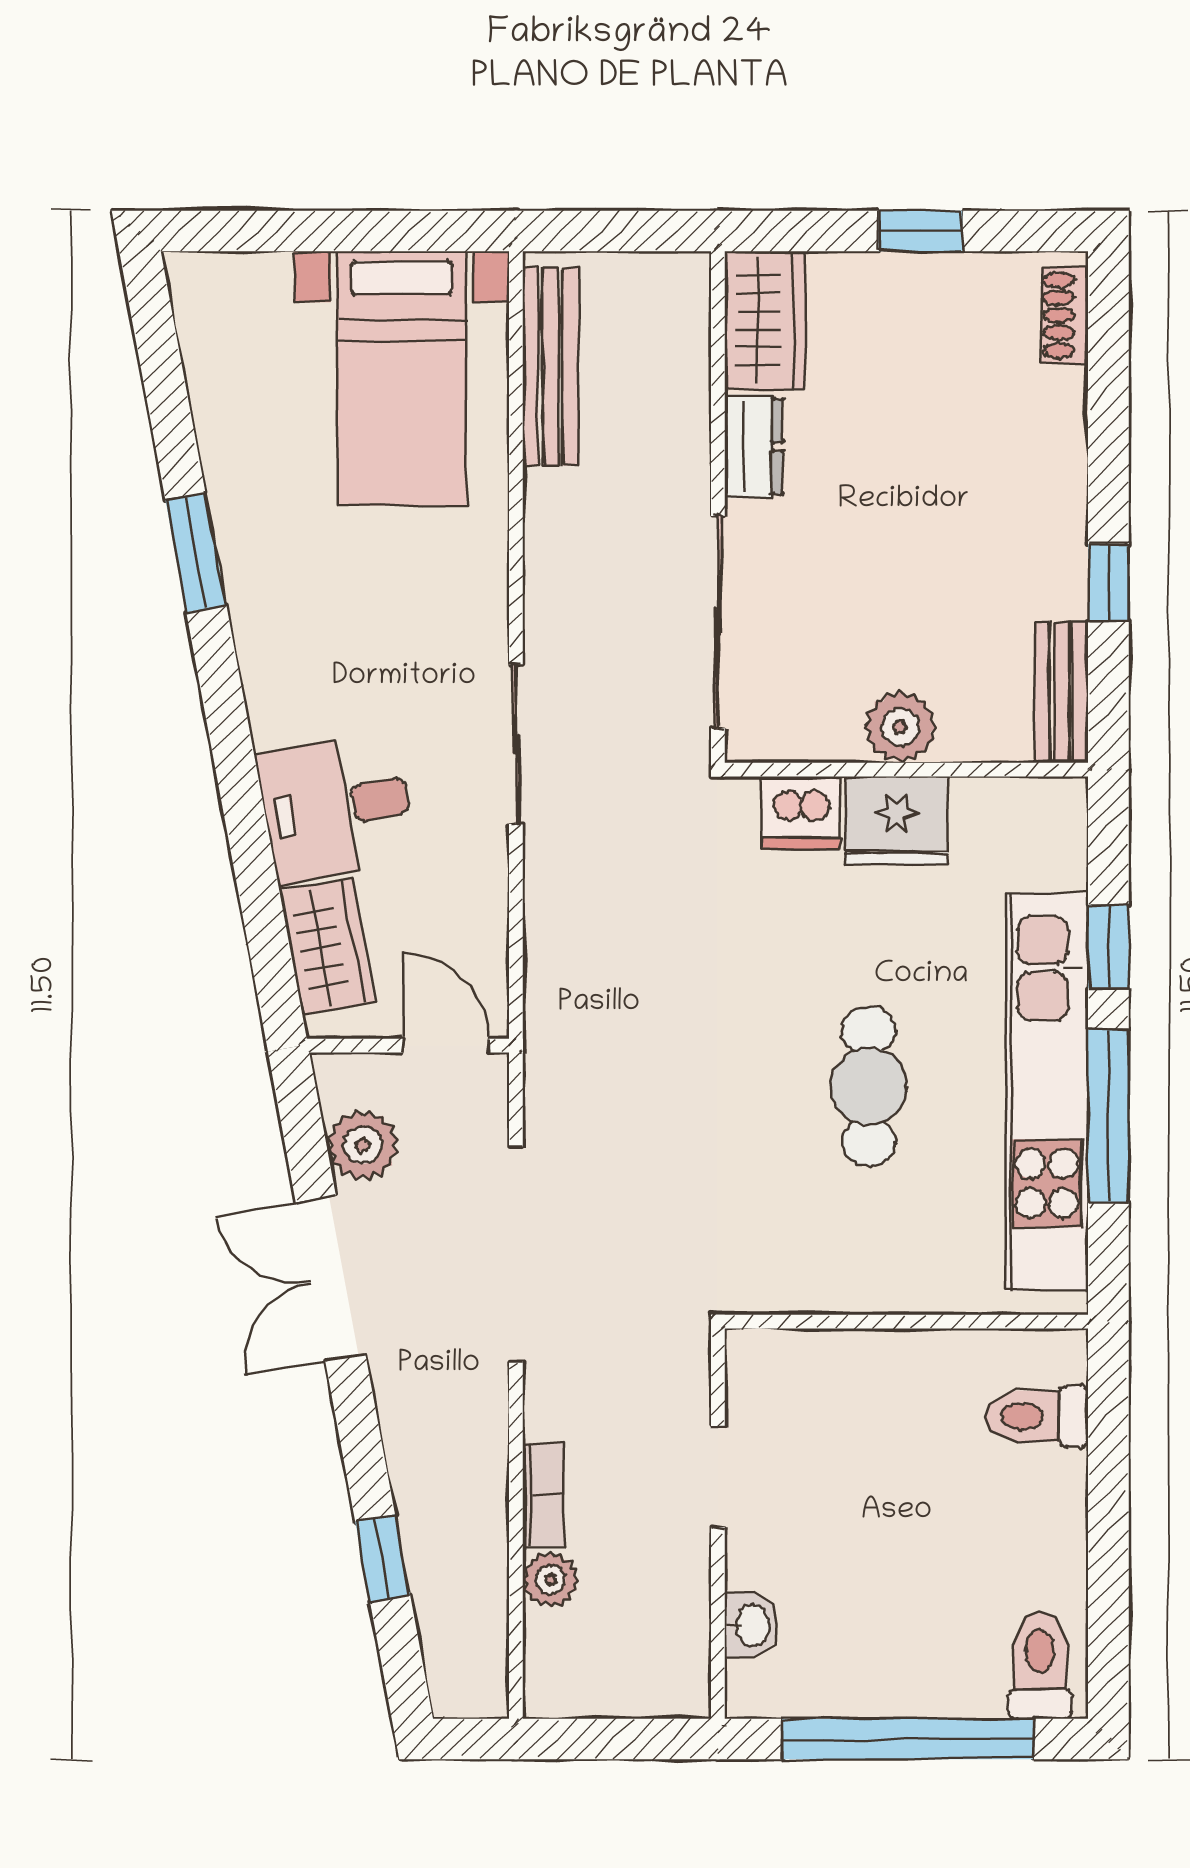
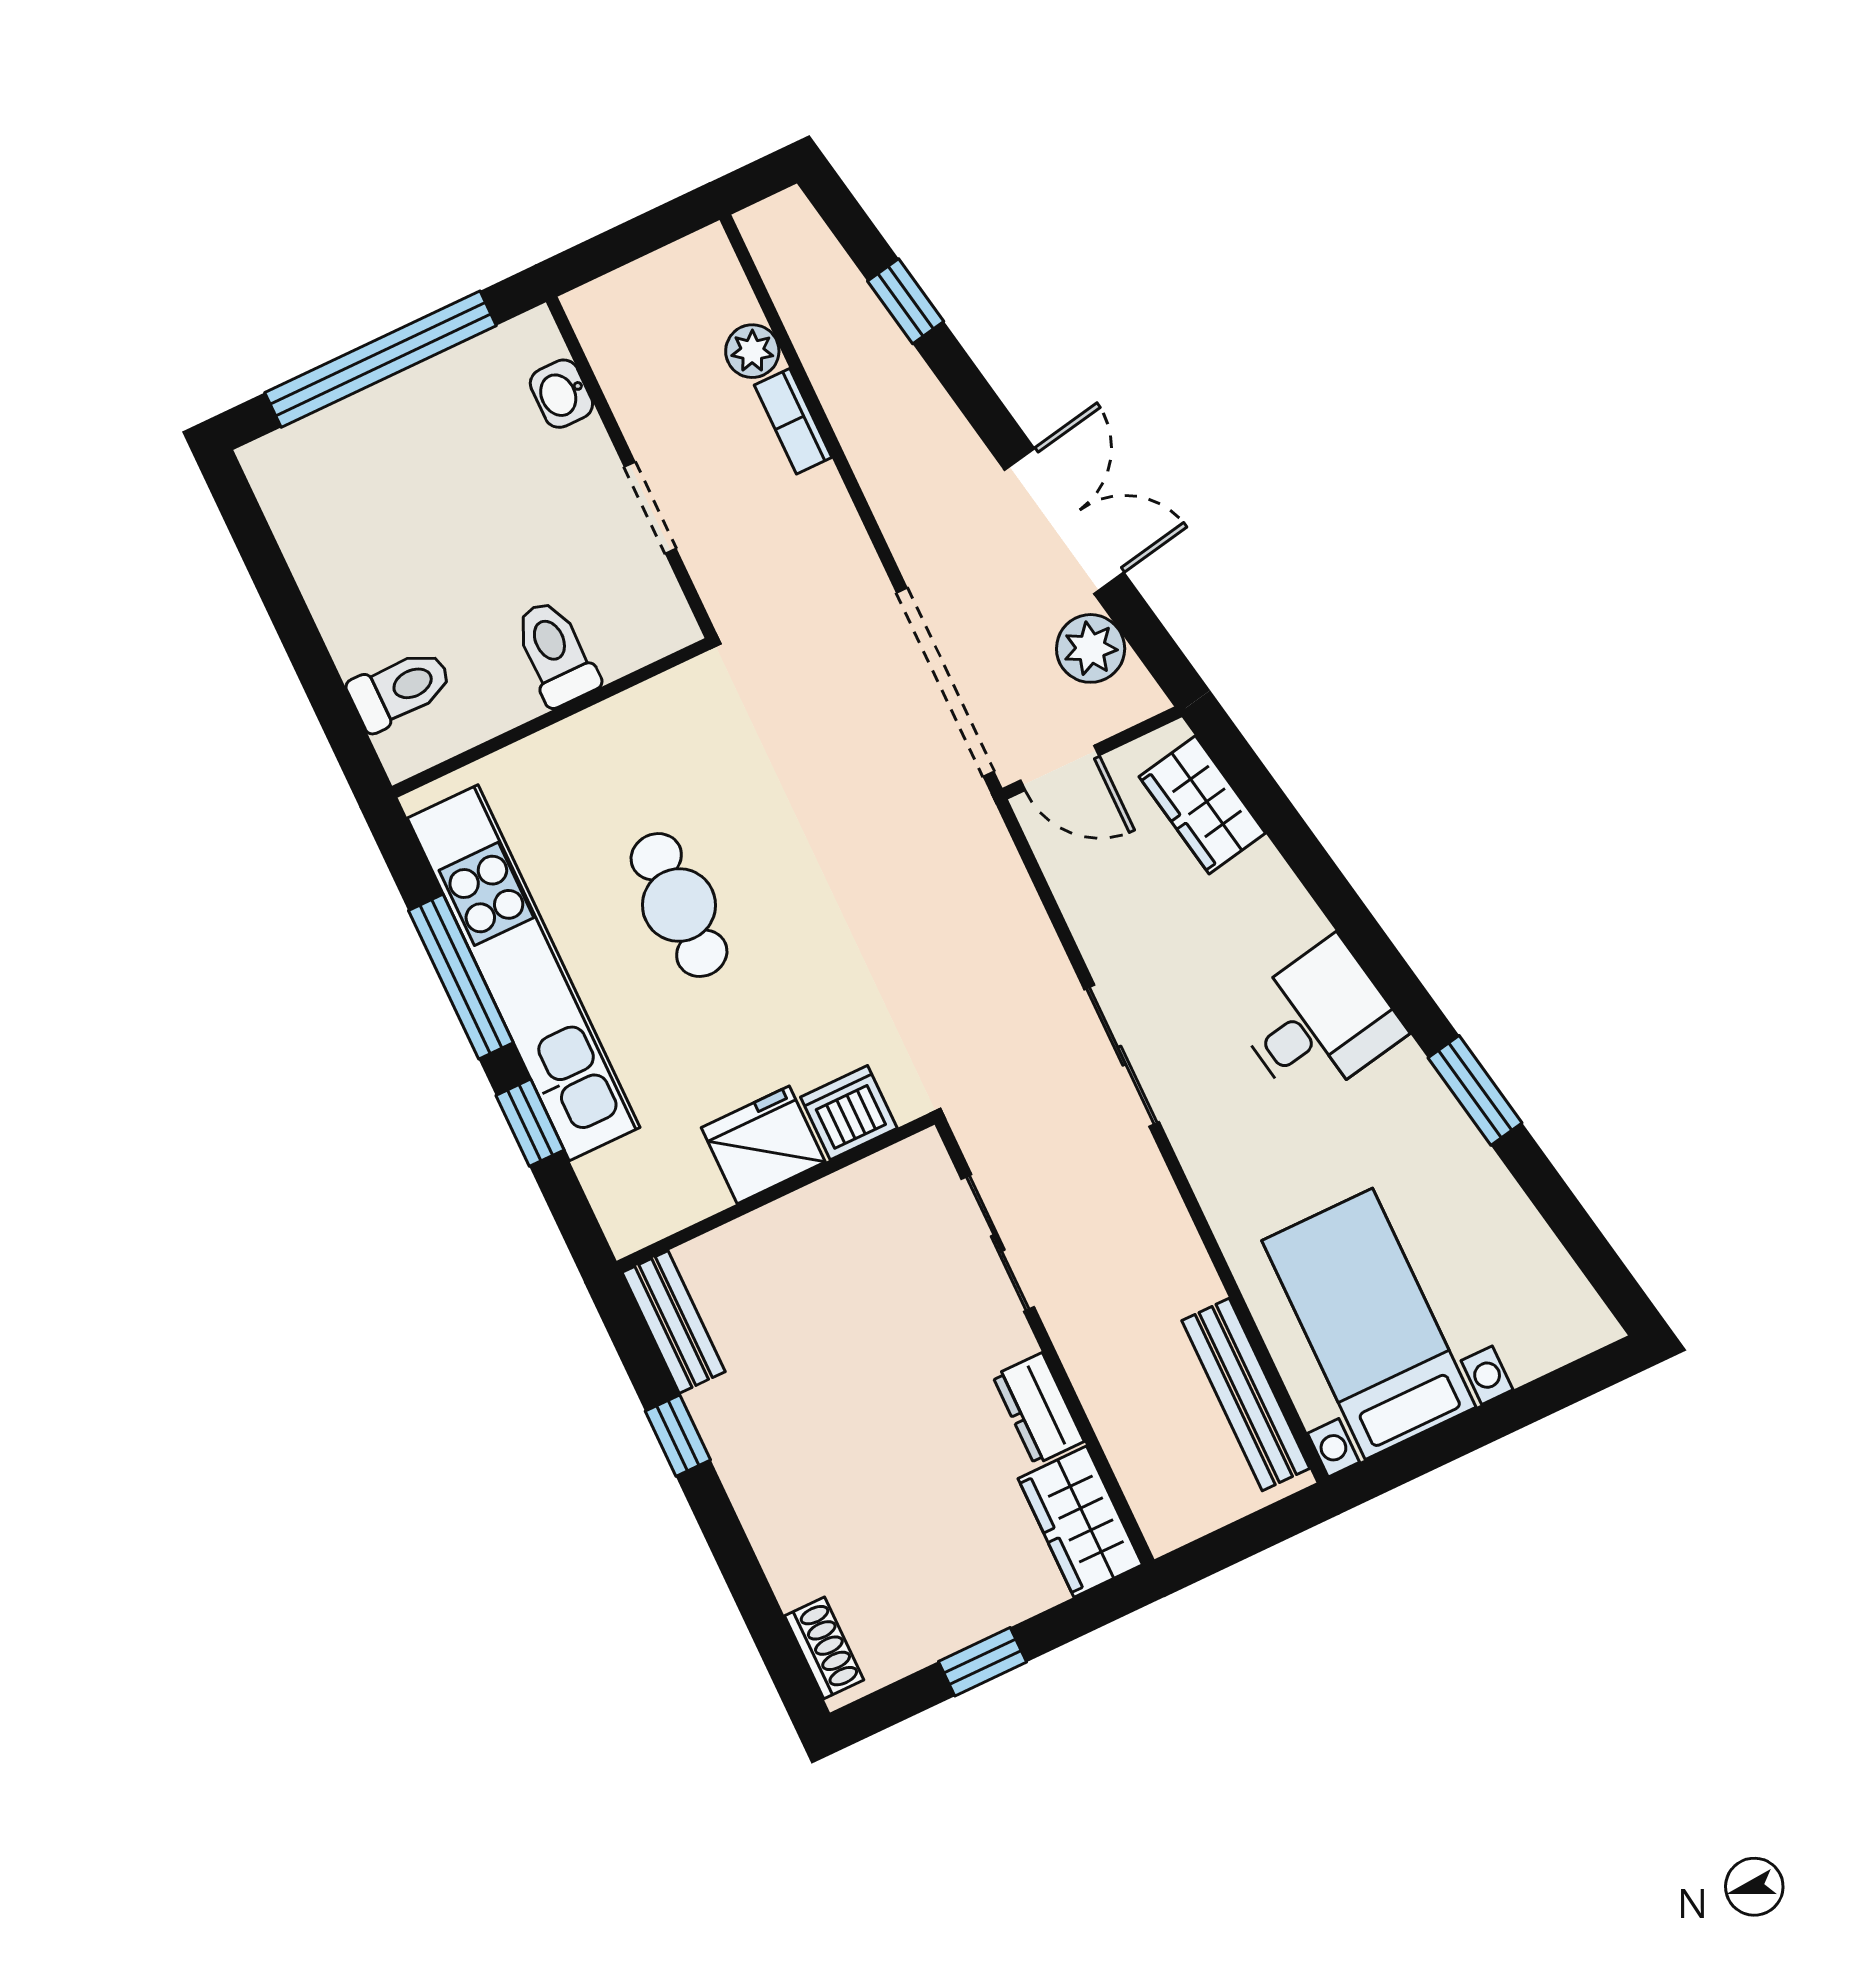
sliding door: (718, 622) -> (998, 1243), width x0.73
plant: (900, 727) -> (798, 1227), removed
desk: (336, 807) -> (1318, 1022), moved
doorway: (516, 1254) -> (945, 682), moved
toilet: (1040, 1666) -> (555, 653), moved, turned 180

